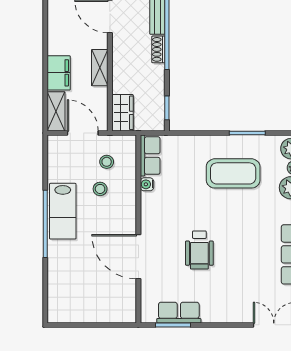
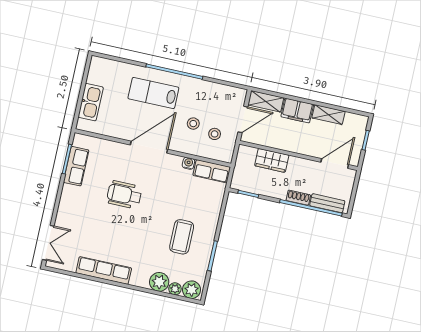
shelving: (100, 68) -> (328, 115), moved
wardrobe: (122, 113) -> (272, 160), moved
coffee table: (233, 173) -> (182, 237), width x0.73, depth x0.76
lab bench: (63, 211) -> (153, 93), moved
door: (138, 257) -> (149, 147), moved
kitchen sink: (102, 312) -> (91, 102), added

